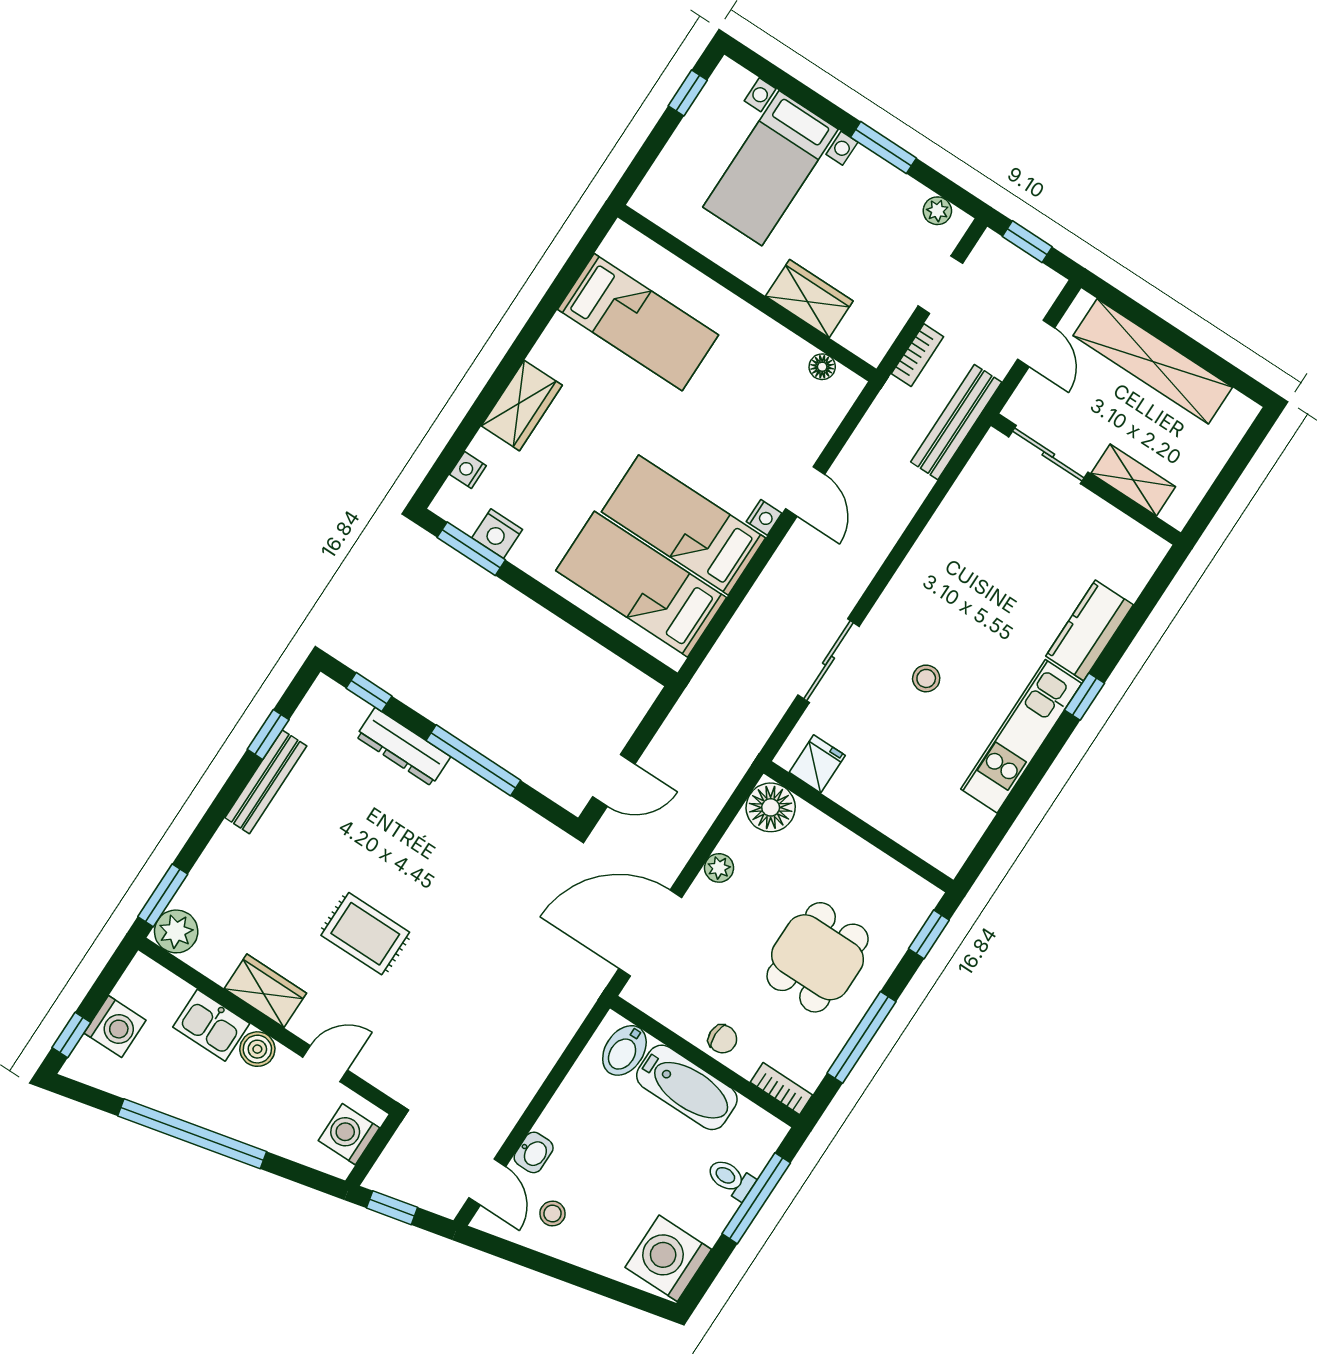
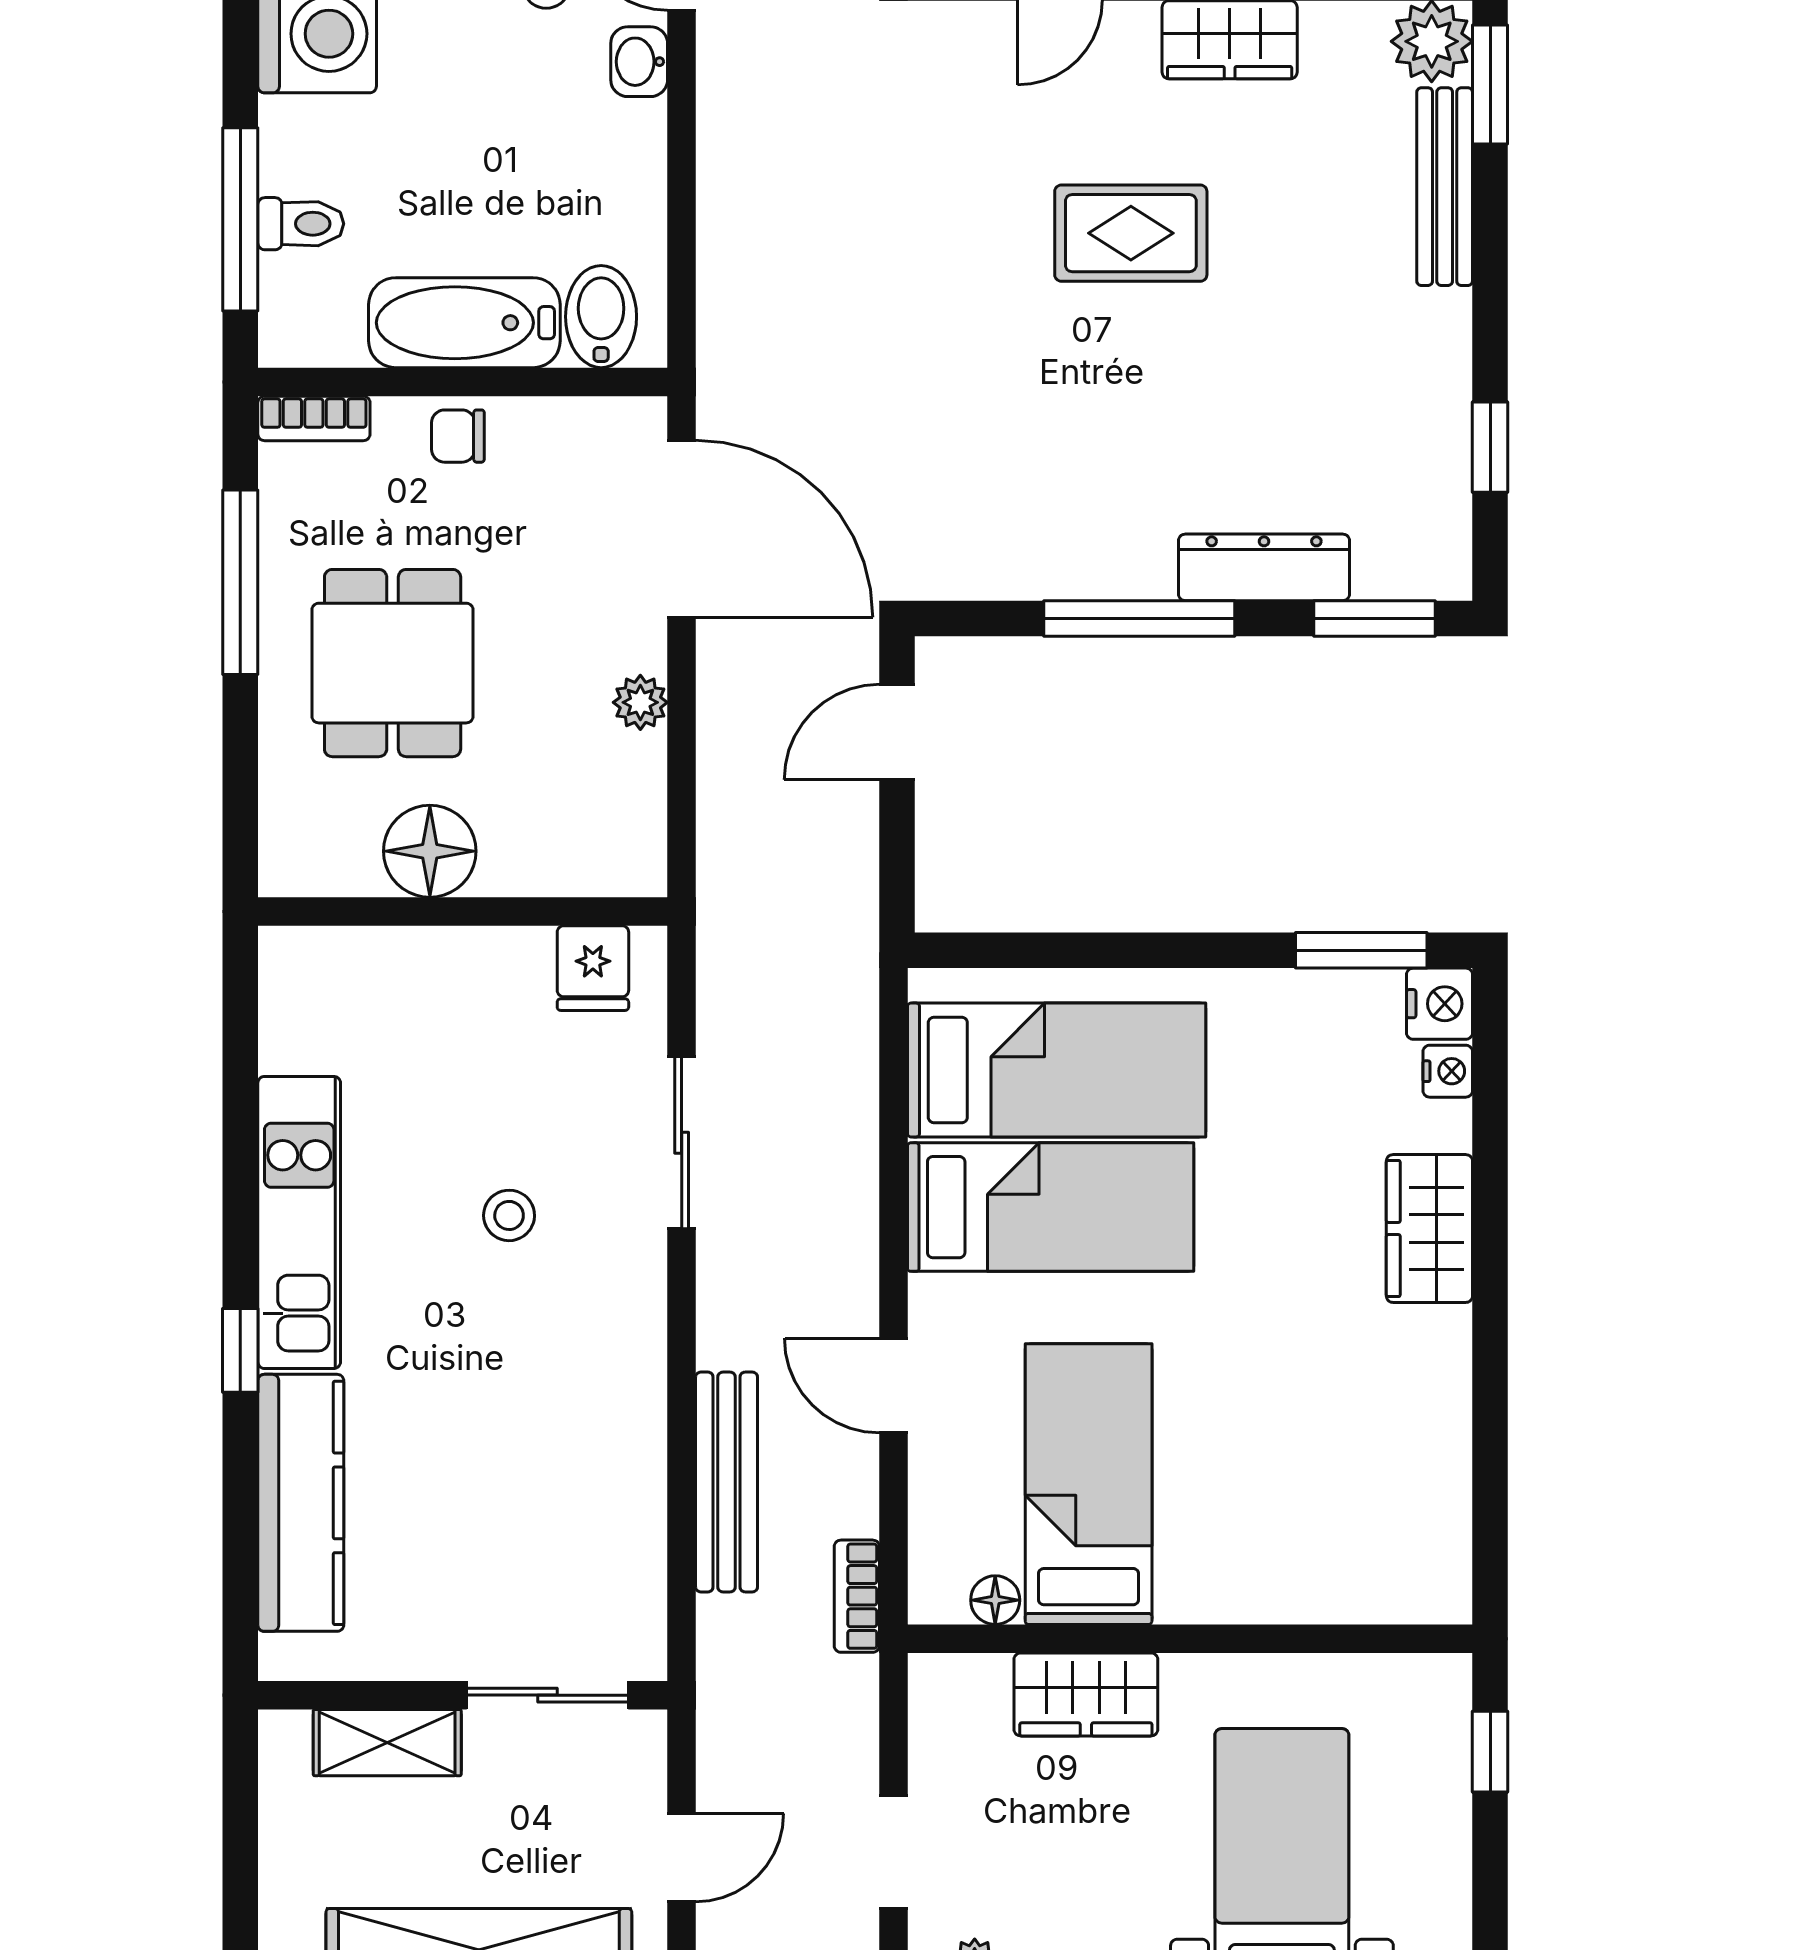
window: (688, 93) -> (1490, 1752), moved
bed: (638, 322) -> (1089, 1484), moved, turned 90
door: (1036, 343) -> (682, 1858), swing flipped
bookcase: (917, 355) -> (857, 1596), moved
bench: (956, 422) -> (727, 1482), moved
nightstand: (764, 517) -> (931, 1302), removed
nightstand: (497, 534) -> (1439, 1004), moved, turned 90
kitchen counter: (1089, 630) -> (301, 1503), width x1.50
window: (369, 692) -> (1375, 618), width x1.50
bench: (266, 782) -> (1445, 187), moved
floor lamp: (771, 807) -> (430, 851), moved
door: (650, 933) -> (682, 529), hinge flipped
window: (929, 934) -> (240, 814), removed

